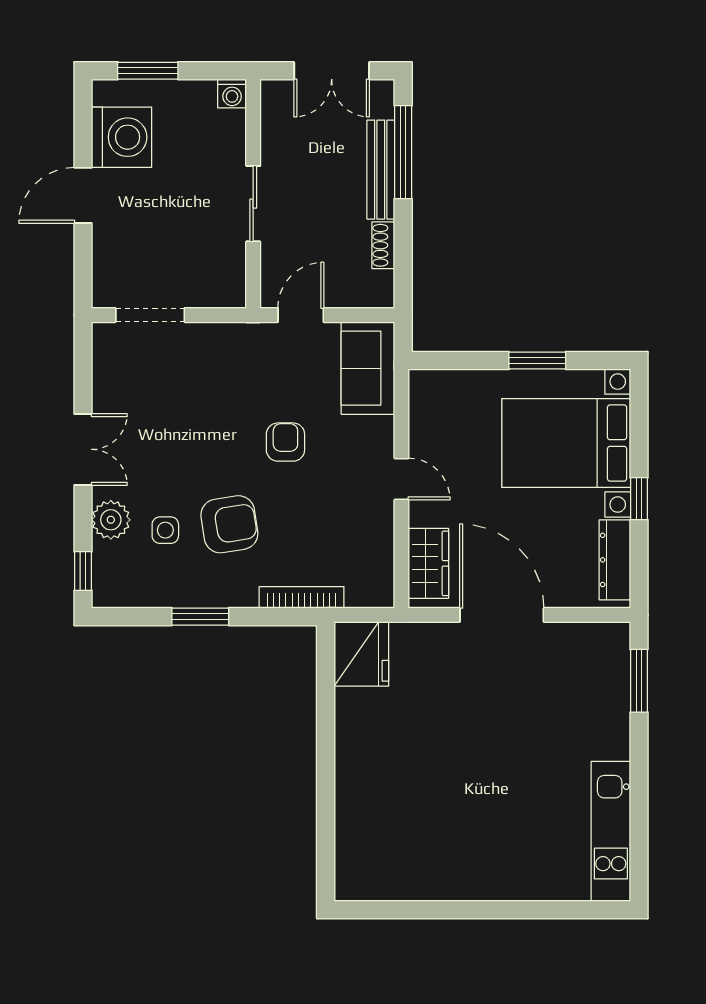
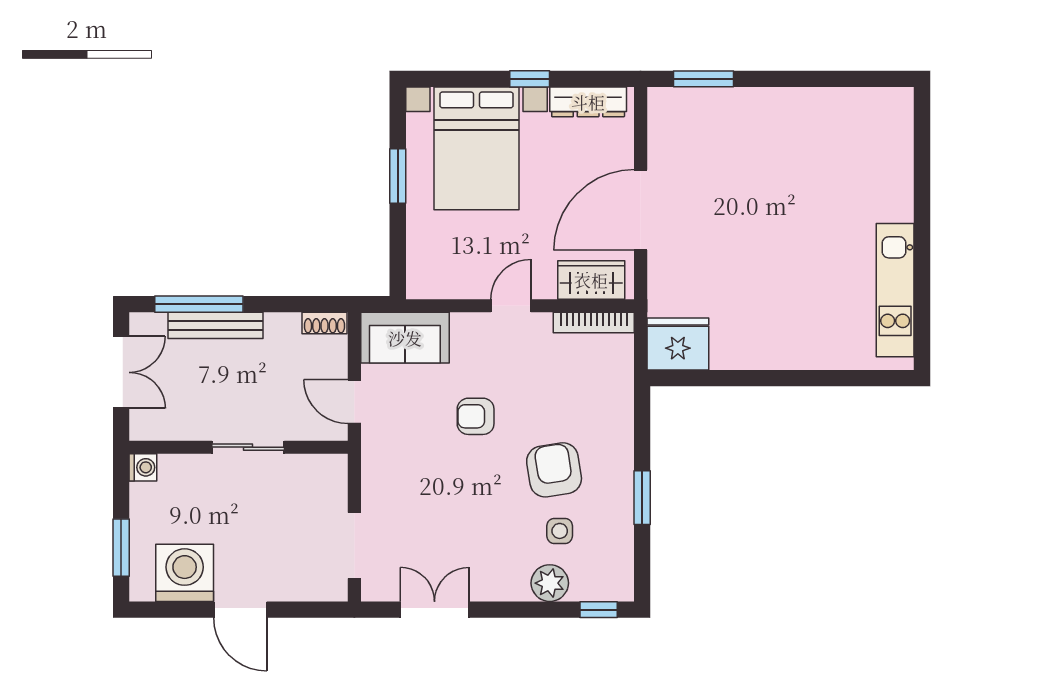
shoe rack: (383, 245) -> (324, 323), moved
double door: (83, 449) -> (435, 610), moved
bookcase: (302, 597) -> (594, 322), moved, turned -90
kitchen unit: (611, 831) -> (895, 290), moved, turned 90

